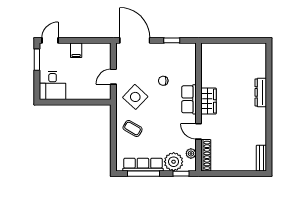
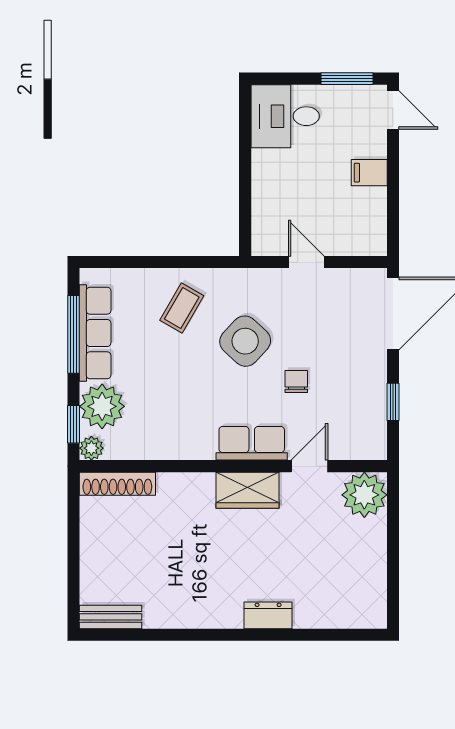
plant: (210, 52) -> (364, 495), added
dresser: (261, 92) -> (268, 615), width x0.70
side table: (135, 97) -> (245, 341), moved
door: (198, 131) -> (310, 466), moved
plant: (191, 153) -> (91, 448), moved

